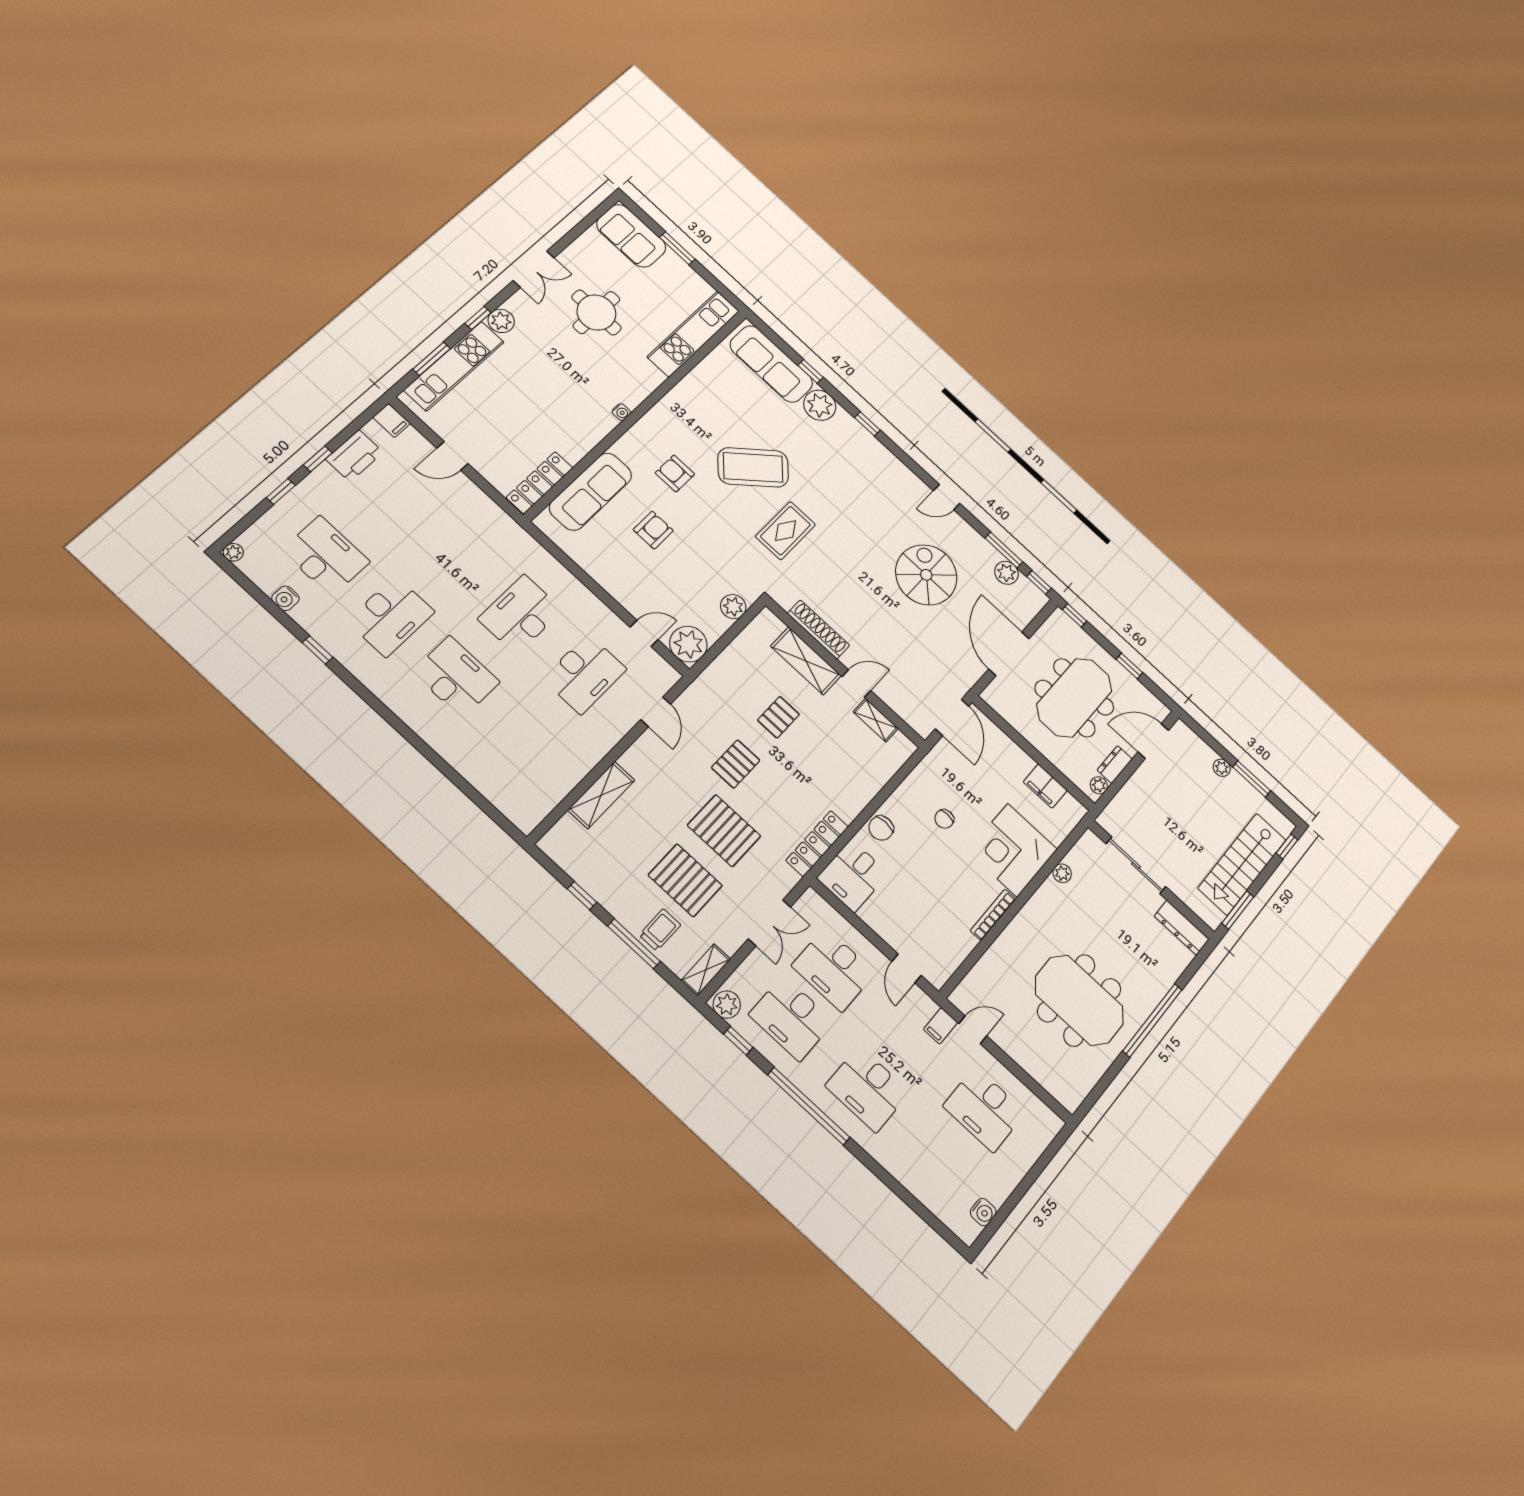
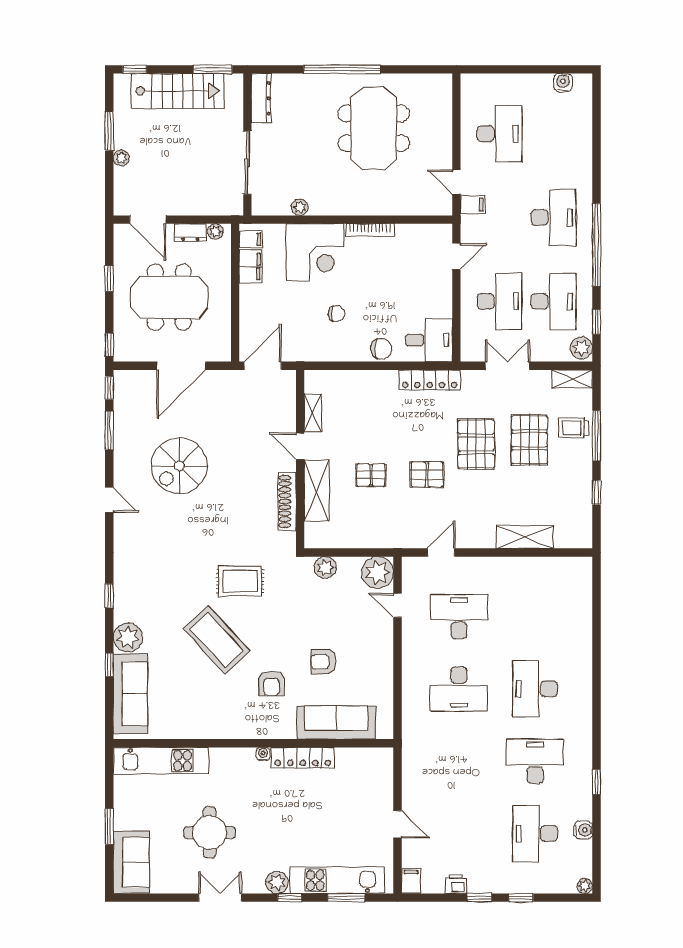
printer: (354, 456) -> (456, 884), width x0.53, depth x0.68
locker: (540, 483) -> (303, 758), moved
plant: (1006, 573) -> (124, 415), removed
filing cabinet: (1068, 808) -> (251, 239), added

